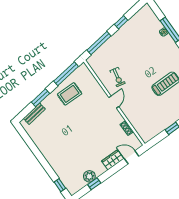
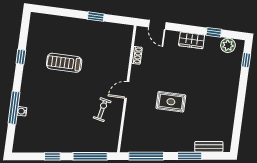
rug: (70, 94) -> (171, 102), moved
wardrobe: (113, 160) -> (192, 40), moved
plant: (89, 176) -> (228, 45), moved

